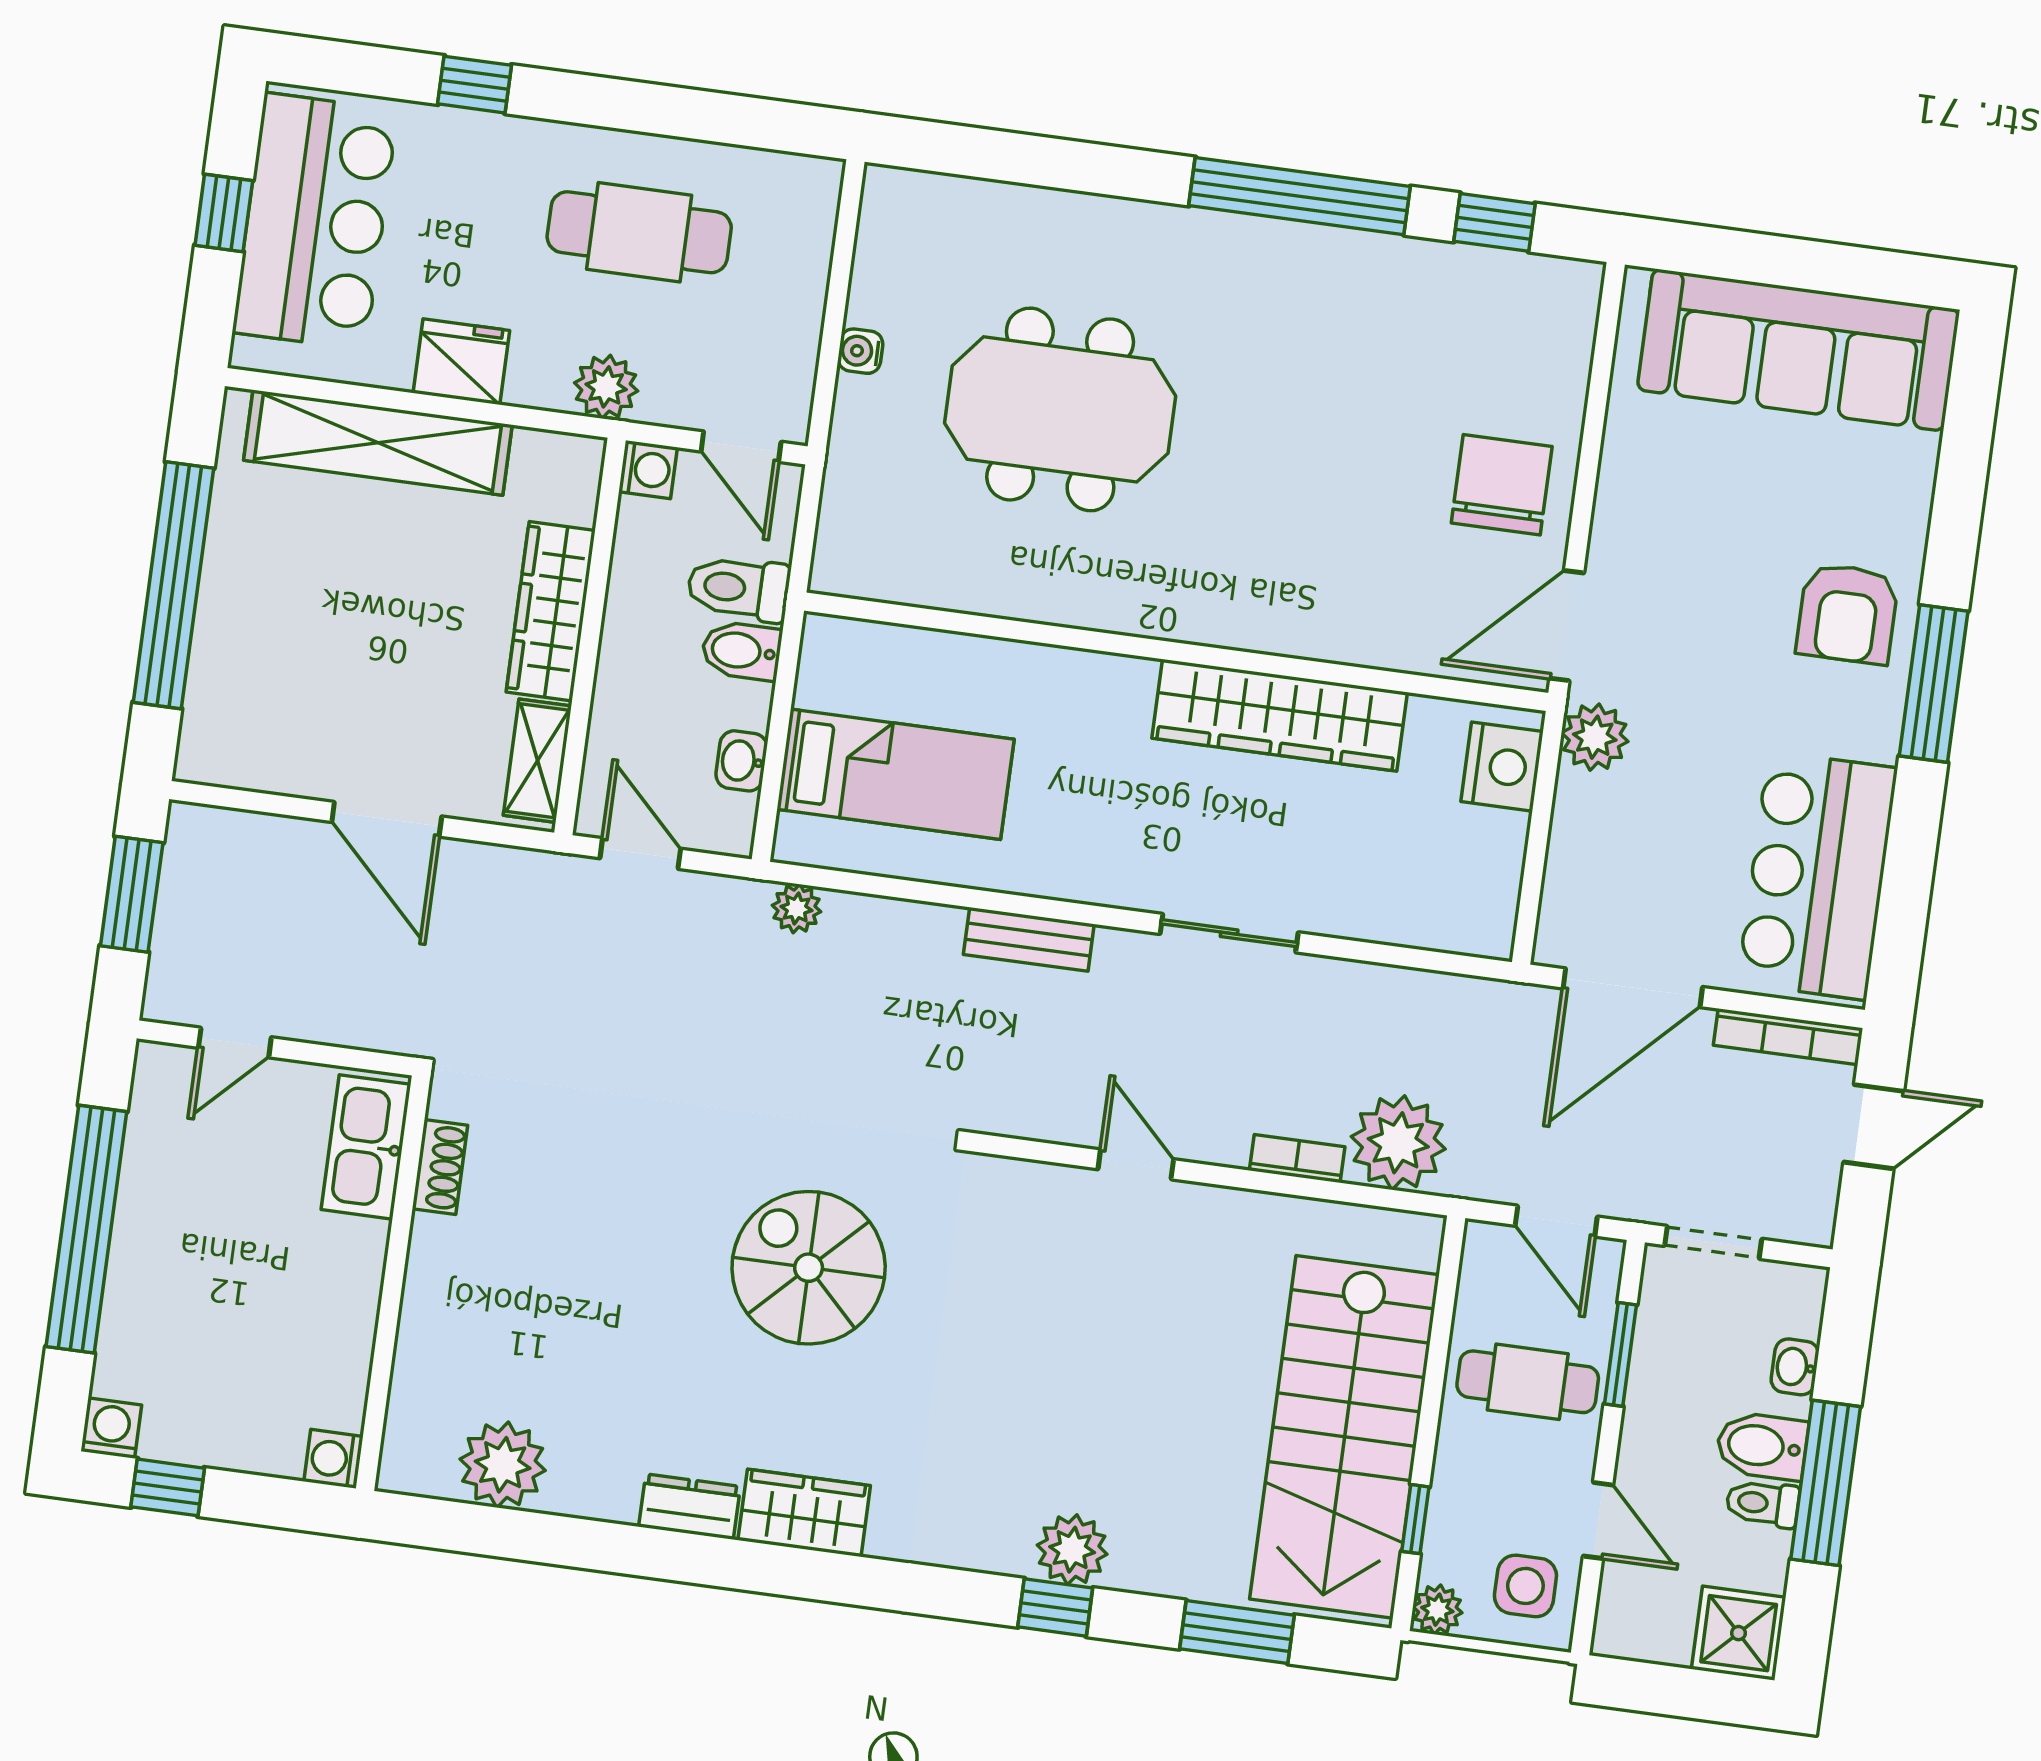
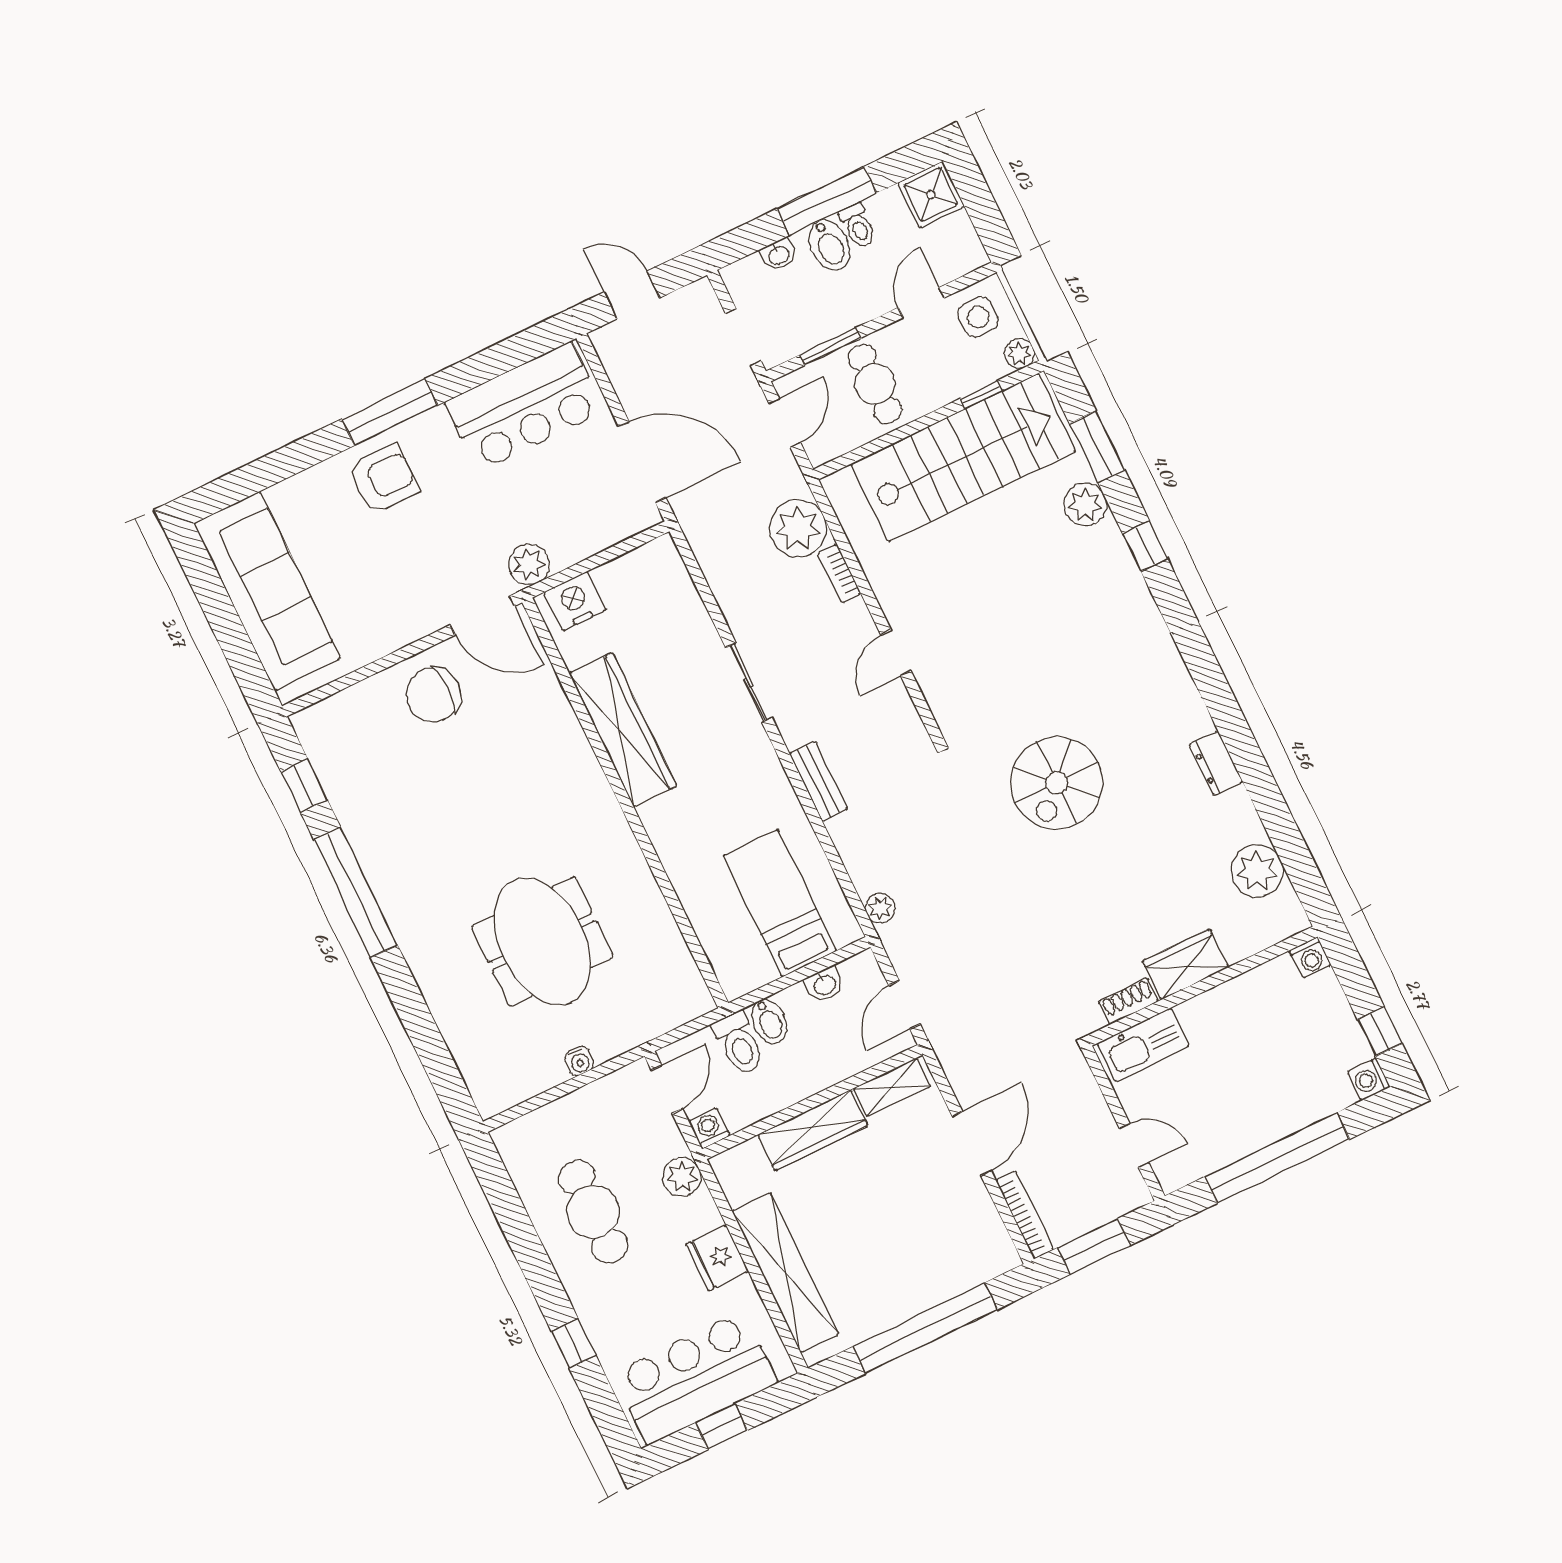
bookcase: (1788, 1037) -> (1025, 1215), moved
wardrobe: (804, 1513) -> (1185, 964), moved, turned 90
plant: (1072, 1550) -> (1085, 505), moved

